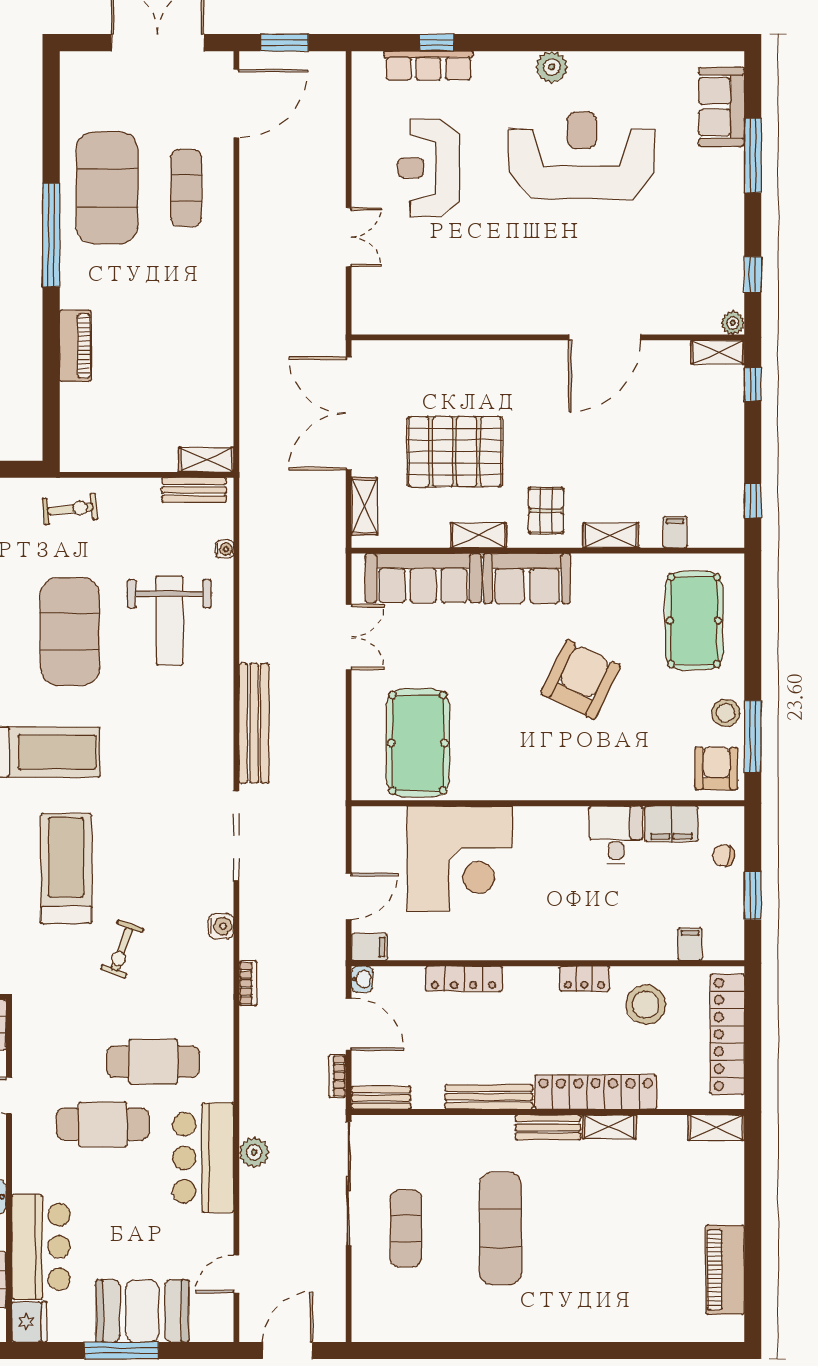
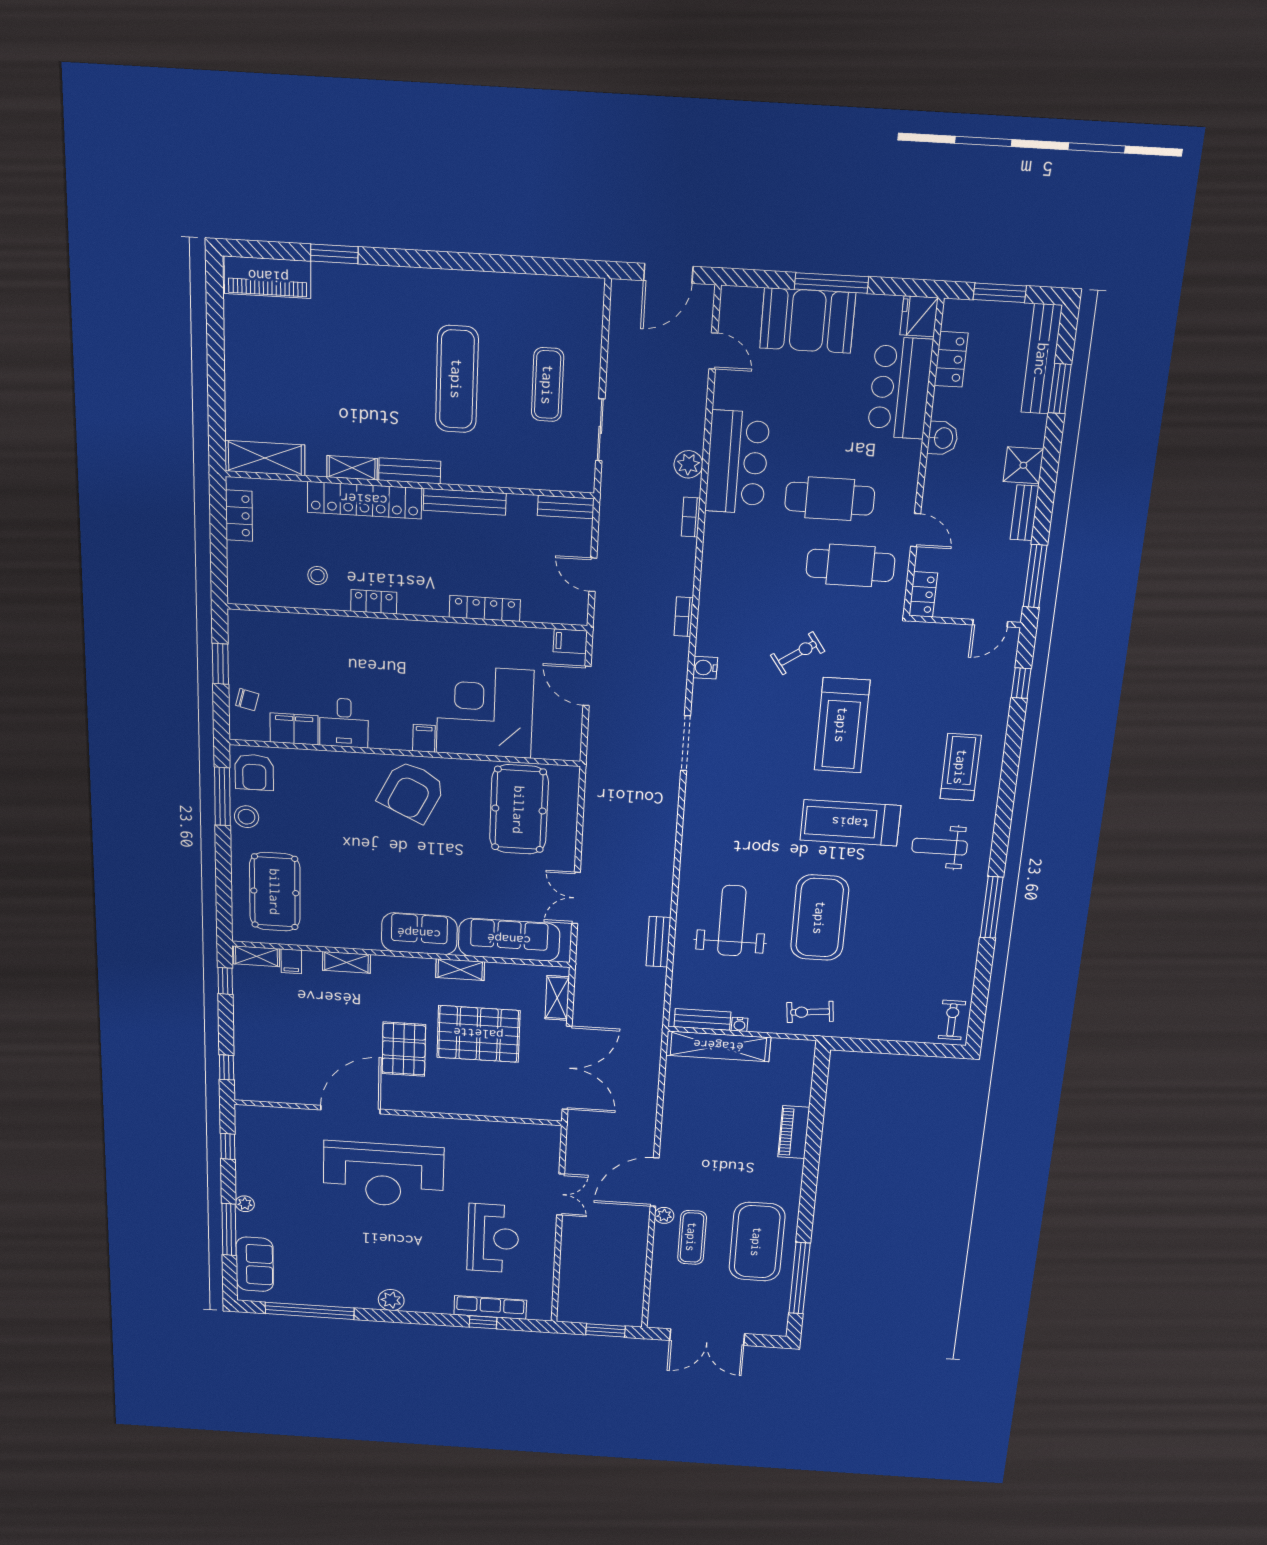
window: (653, 43) -> (310, 1311), added
door: (236, 104) -> (655, 1182), moved
reception desk: (582, 156) -> (383, 1175), moved
plant: (222, 217) -> (664, 1215), added
window: (51, 235) -> (799, 1278), moved
double door: (349, 237) -> (561, 1194), swing flipped
plant: (733, 323) -> (245, 1204), moved
shelving: (718, 352) -> (256, 956), moved
shelving: (206, 460) -> (718, 1046), width x2.20, depth x1.33
pallet: (546, 511) -> (404, 1049), moved, width x1.50, depth x1.42
water cooler: (224, 549) -> (740, 1024), moved, turned -90
armchair: (581, 680) -> (412, 792), moved
bench: (254, 723) -> (658, 942), moved, width x0.54, depth x0.82
doorway: (236, 836) -> (686, 743), width x0.73
door: (349, 896) -> (587, 686), hinge flipped
filing cabinet: (690, 944) -> (424, 738), moved, turned 180
exercise bike: (122, 949) -> (798, 653), turned 35
washbasin: (362, 979) -> (578, 614), removed
stool: (646, 1005) -> (318, 576), width x0.53, depth x0.53
door: (349, 1024) -> (593, 575), width x0.73
locker: (727, 1034) -> (239, 516), width x0.46, depth x0.83
cafe table: (153, 1062) -> (850, 565), moved
bookcase: (337, 1076) -> (691, 517), moved, turned 180
shelving: (716, 1127) -> (265, 458), width x1.50, depth x1.33
sliding door: (349, 1184) -> (600, 430), width x0.54
piano: (725, 1270) -> (268, 277), moved, turned 90
door: (236, 1274) -> (713, 351), hinge flipped
window: (629, 1351) -> (334, 254), added

